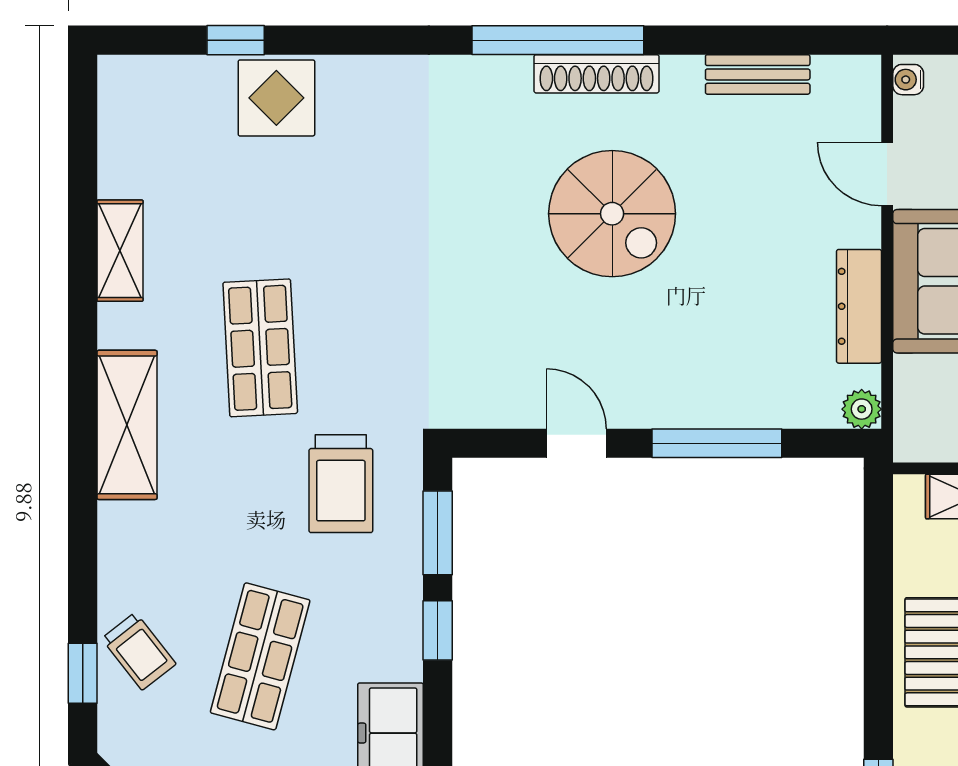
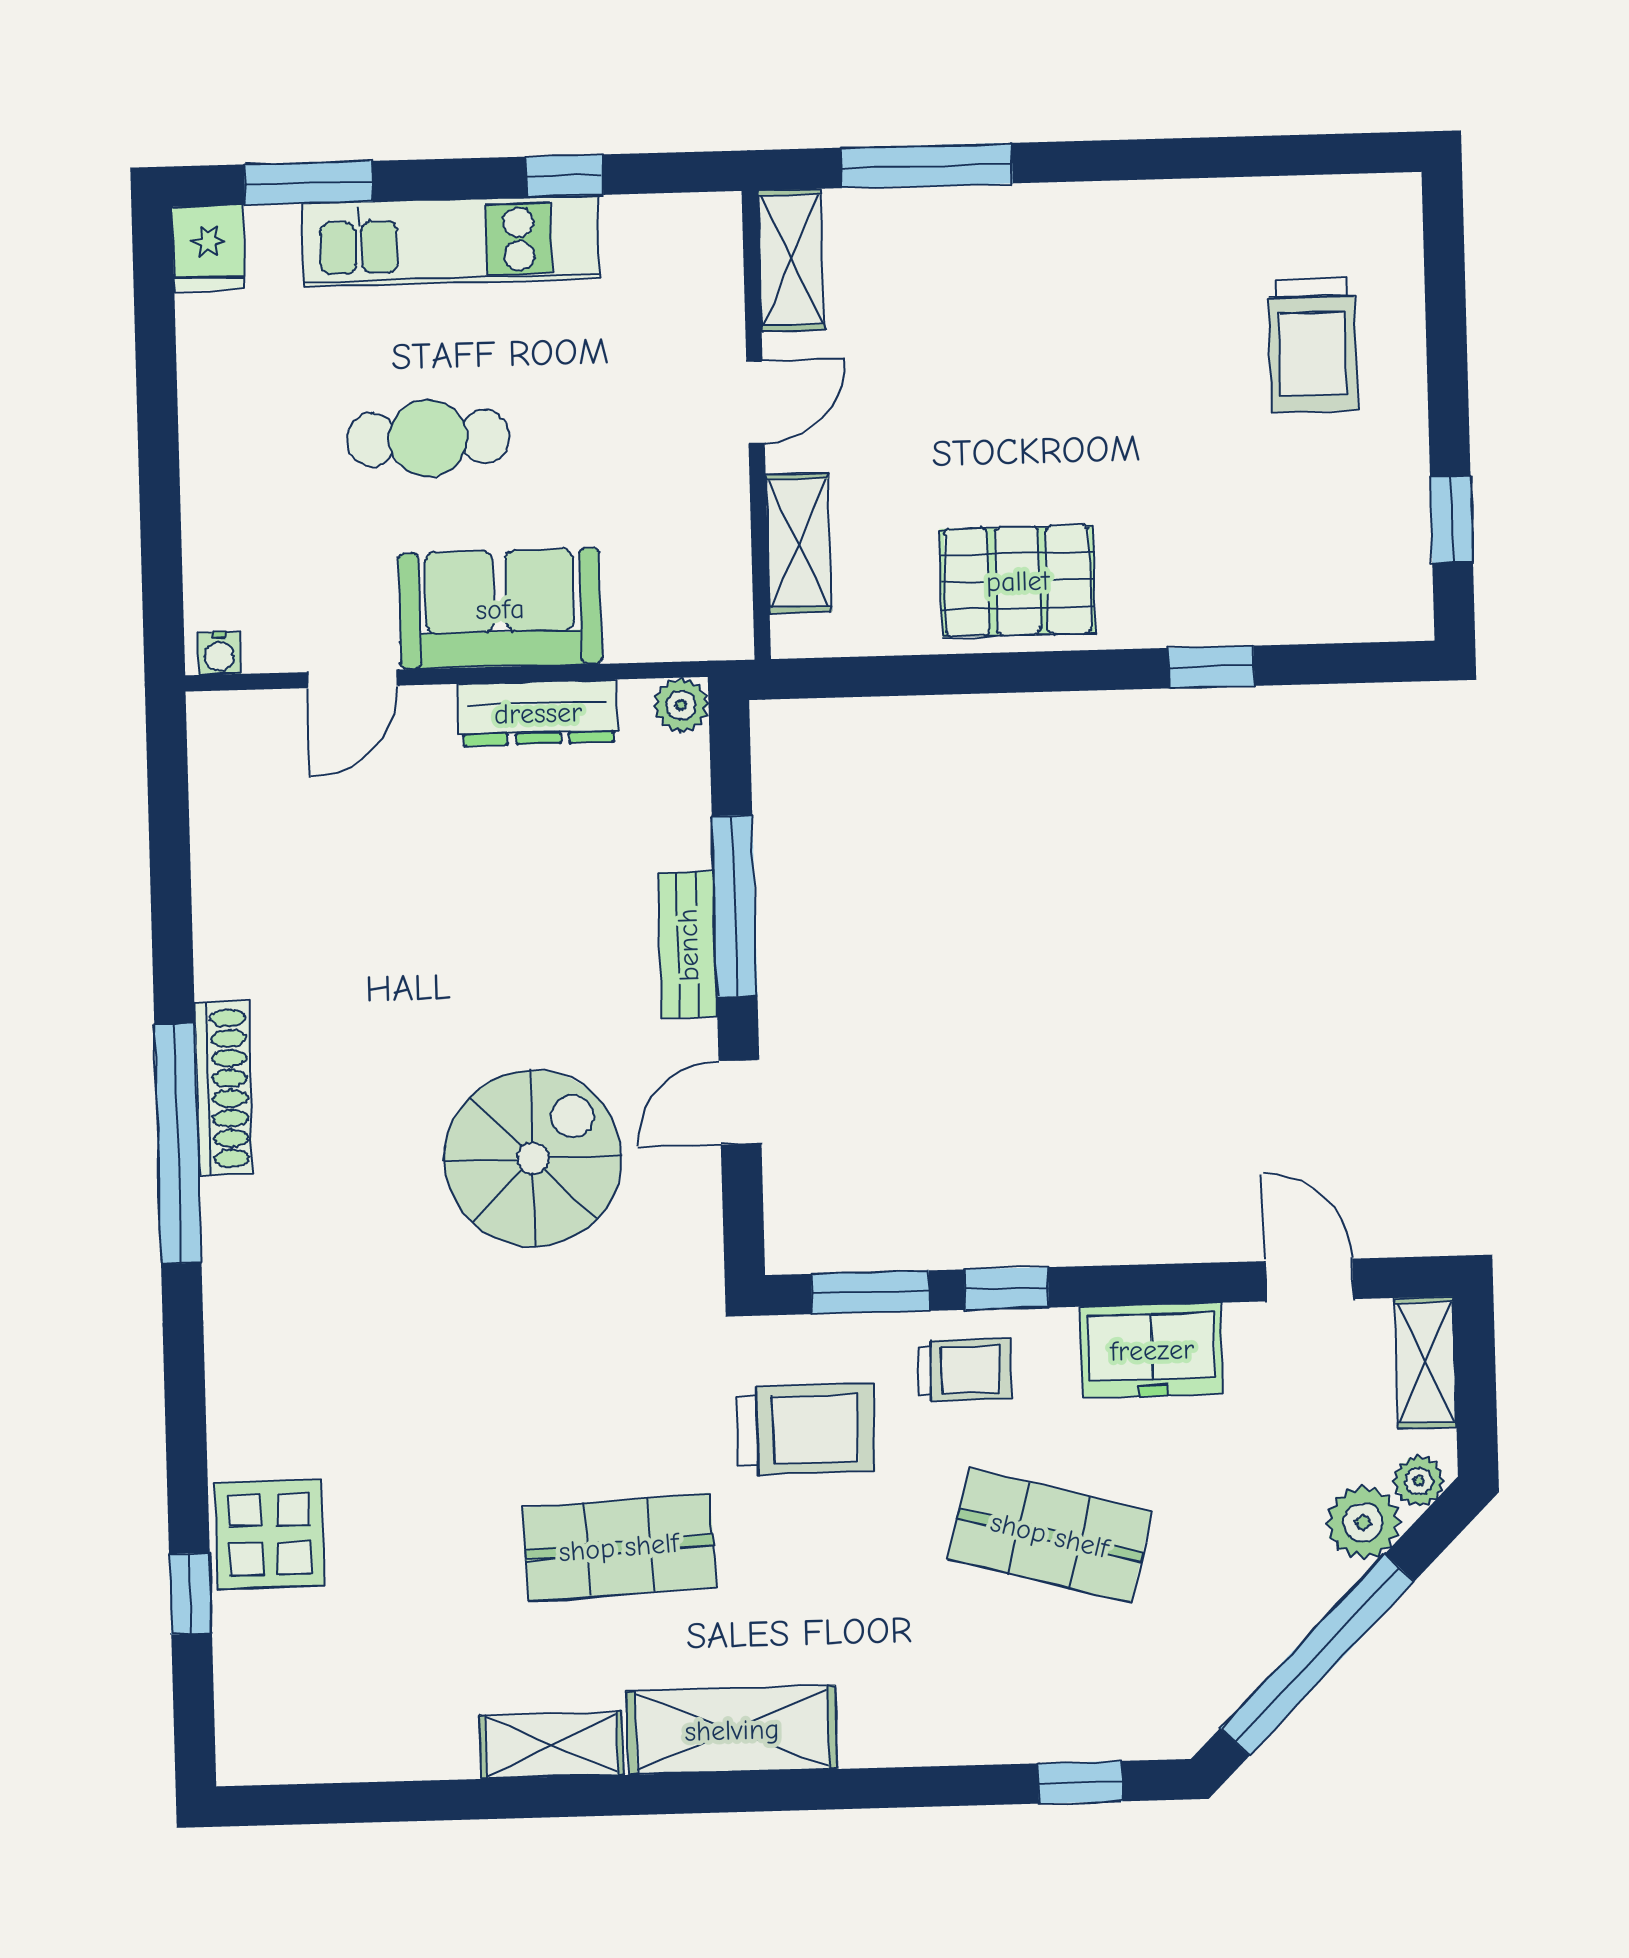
bench: (758, 74) -> (688, 945), moved
spiral stairs: (612, 214) -> (533, 1158), moved
shelving: (120, 251) -> (552, 1745), moved
trolley: (139, 651) -> (964, 1370), moved, turned 38

